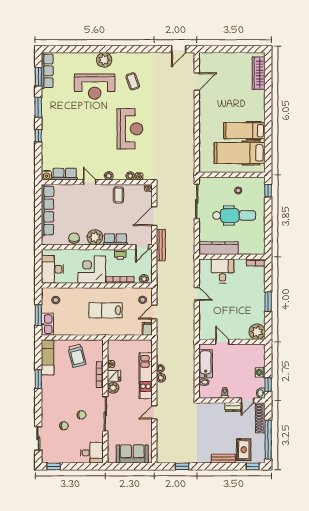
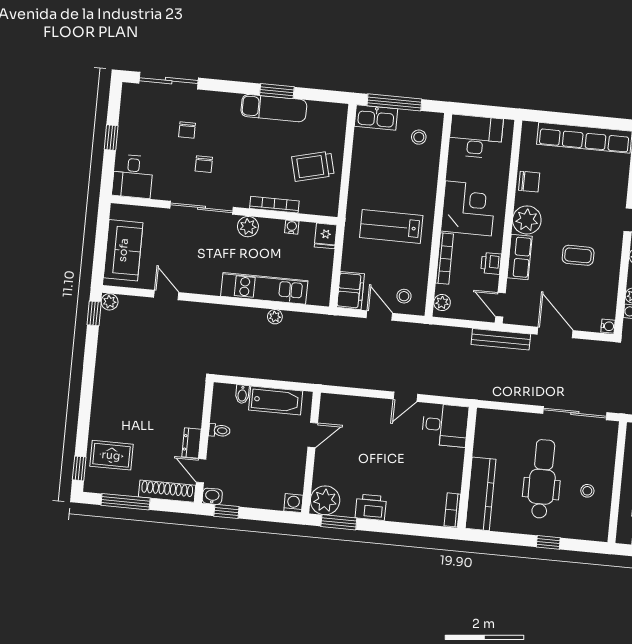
window: (268, 191) -> (548, 542), moved
coffee table: (118, 195) -> (578, 255), moved
dental chair: (234, 215) -> (542, 479), turned 180
kitchen counter: (219, 248) -> (481, 494), moved
desk: (222, 271) -> (445, 425), moved
window: (268, 302) -> (339, 522), moved
printer: (258, 307) -> (371, 507), added
lab bench: (106, 310) -> (391, 226), turned -90
window: (38, 315) -> (394, 102), width x1.44
filing cabinet: (147, 329) -> (351, 291), width x2.00
exam couch: (48, 357) -> (274, 108), moved
washing machine: (260, 372) -> (293, 503), moved
fridge: (114, 376) -> (326, 236), moved
plant: (161, 378) -> (110, 302), moved
door: (154, 412) -> (166, 295), moved
sliding door: (38, 438) -> (169, 81), width x1.37
window: (268, 440) -> (126, 502), width x0.68
bench: (223, 459) -> (99, 416), removed
window: (54, 466) -> (111, 138), moved
window: (182, 466) -> (94, 313), moved

